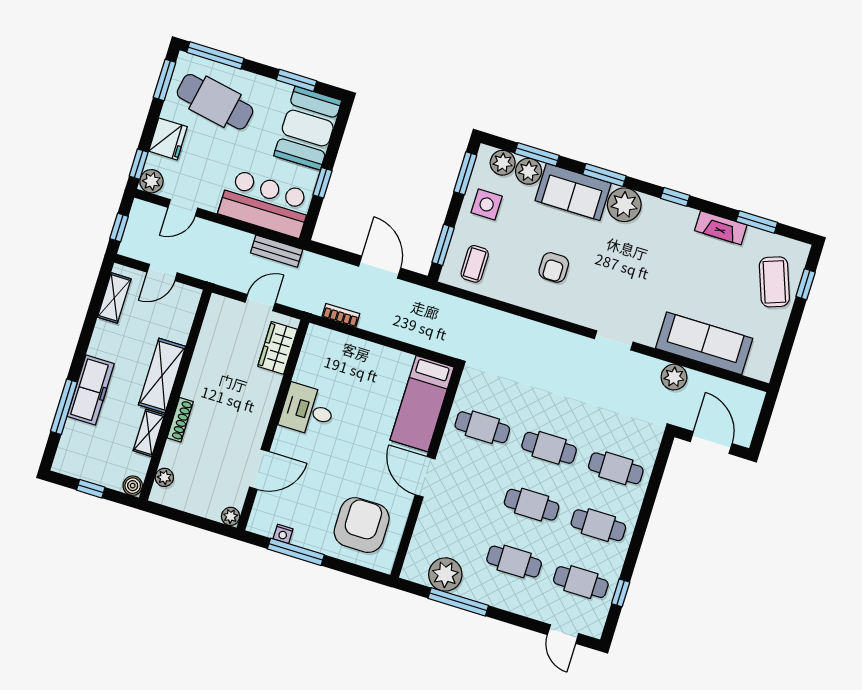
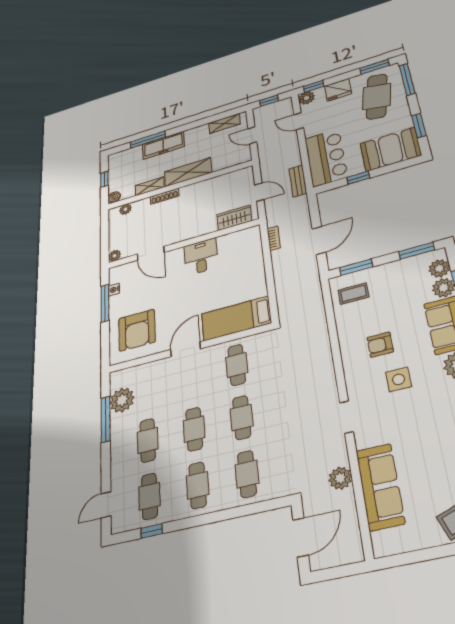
side table: (487, 204) -> (399, 379), moved
armchair: (362, 525) -> (137, 330), turned 90

